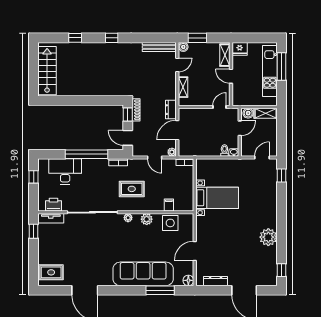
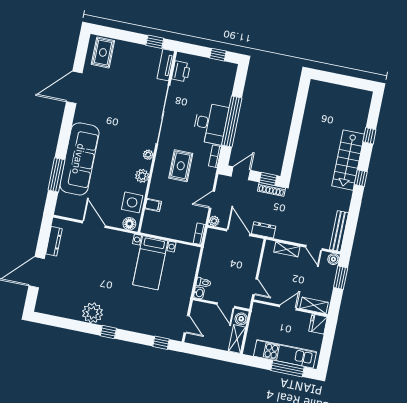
stairs: (47, 71) -> (348, 160), moved, turned 90
desk: (65, 171) -> (211, 123), moved
window: (281, 270) -> (108, 332), moved
floor lamp: (188, 280) -> (129, 224), moved

